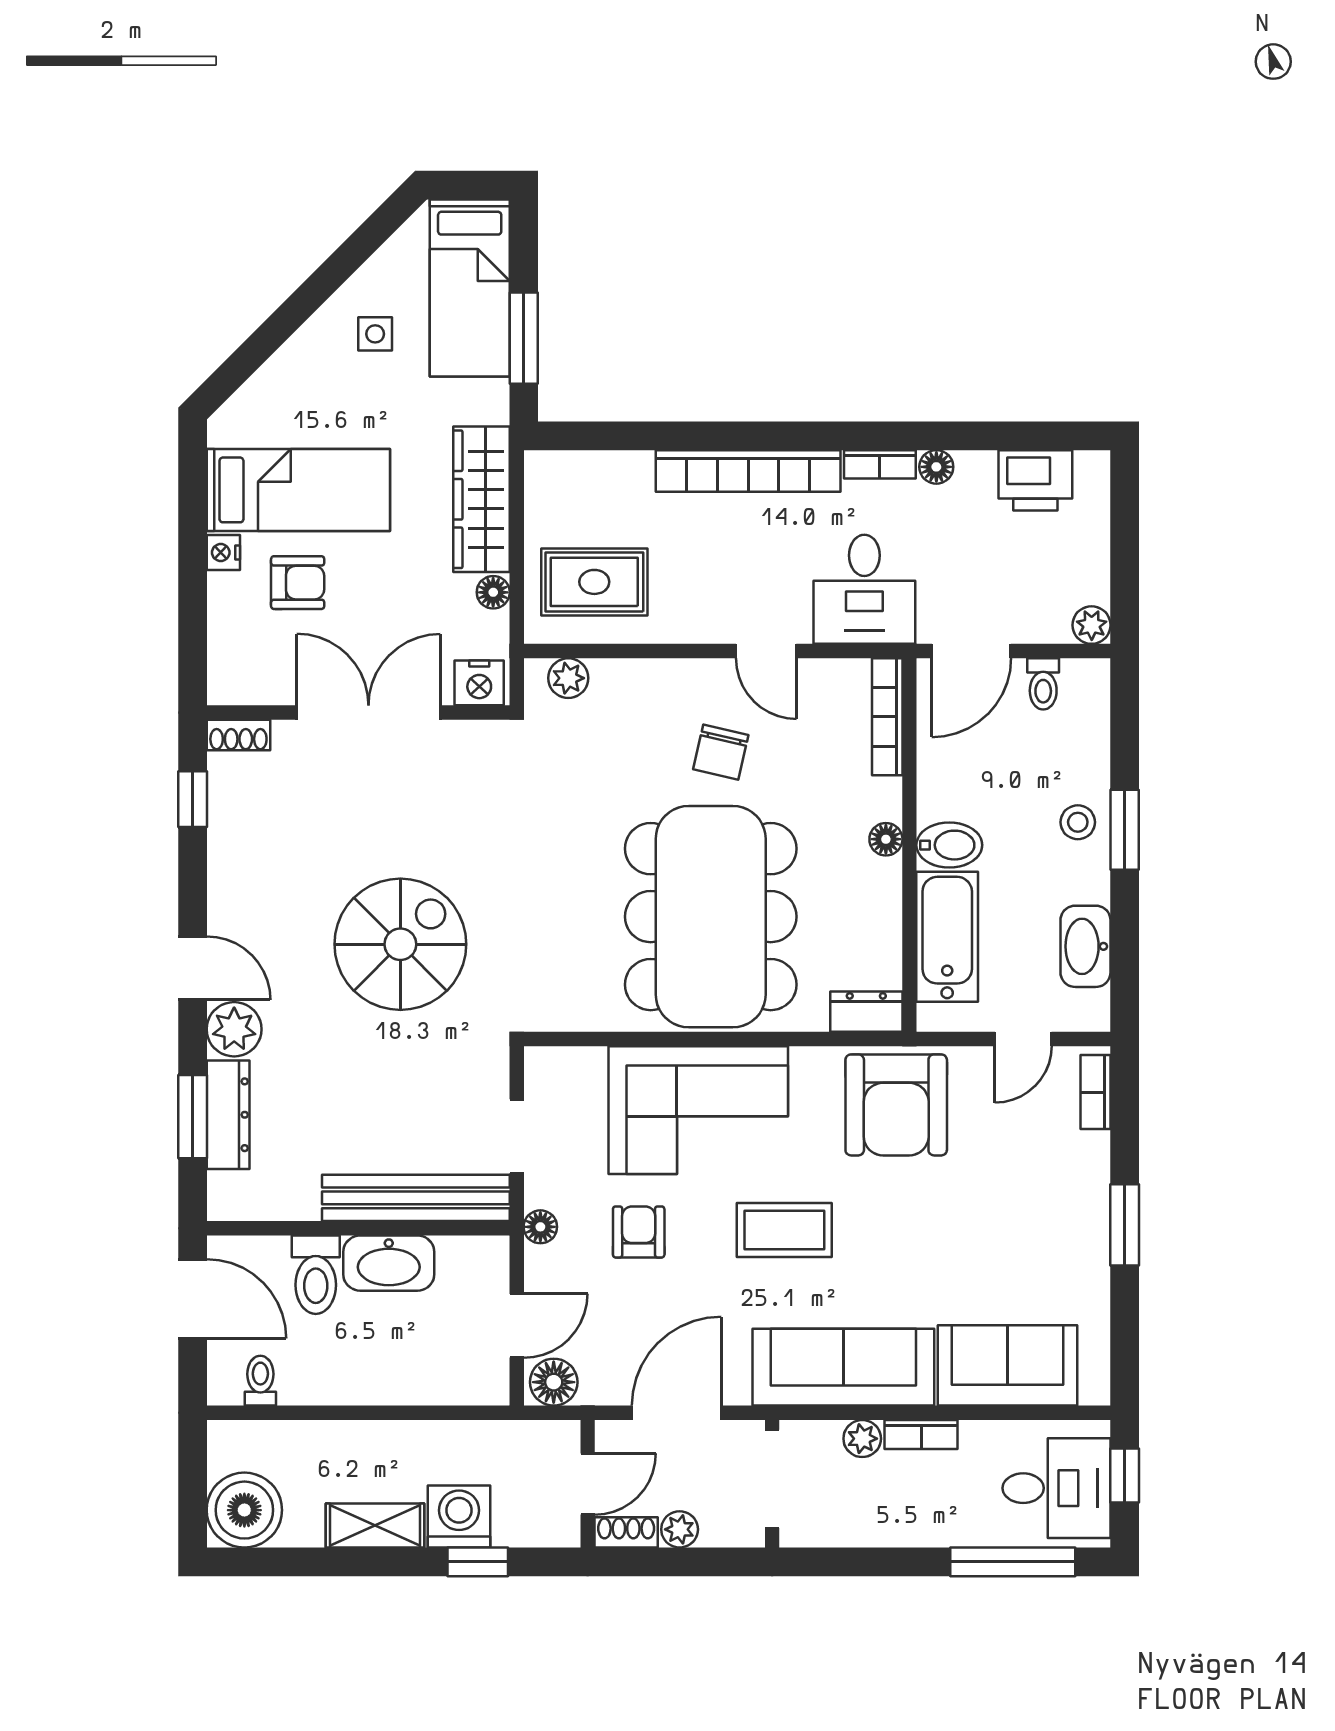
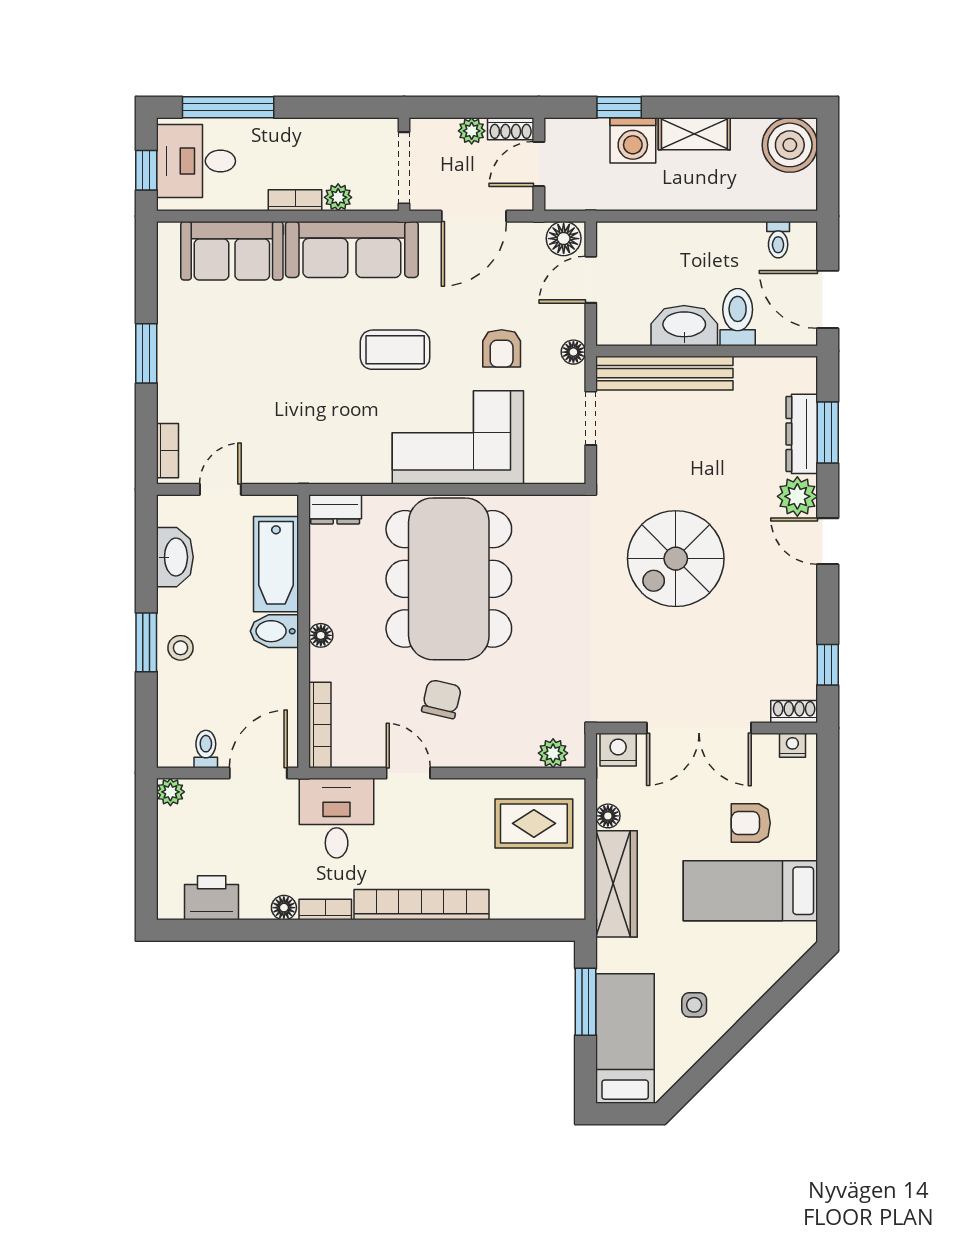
nightstand: (223, 553) -> (792, 745), moved, turned -90
armchair: (896, 1105) -> (313, 441), removed

